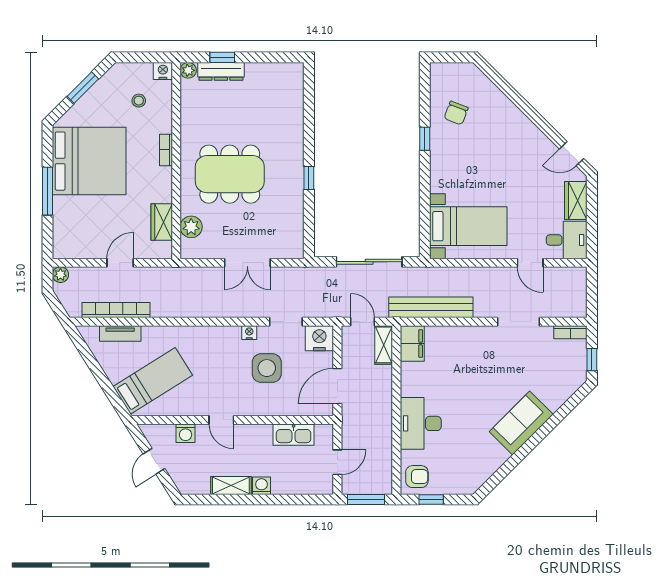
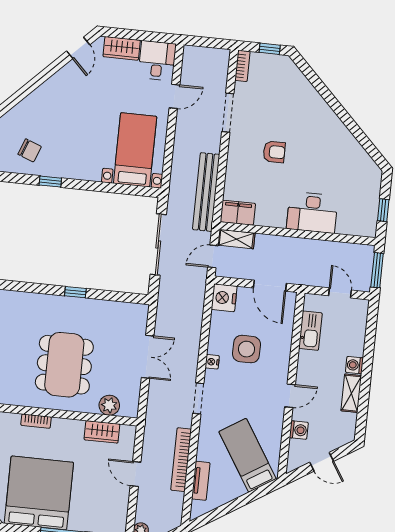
bookcase: (116, 310) -> (181, 460), moved
doorway: (286, 322) -> (198, 398), moved
sofa: (521, 423) -> (321, 120), removed
armchair: (417, 477) -> (274, 152), moved, turned 90

